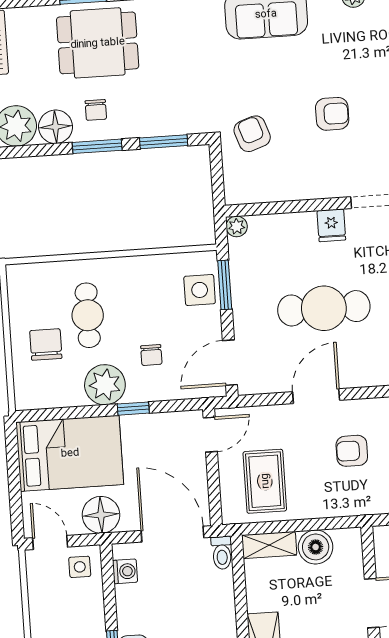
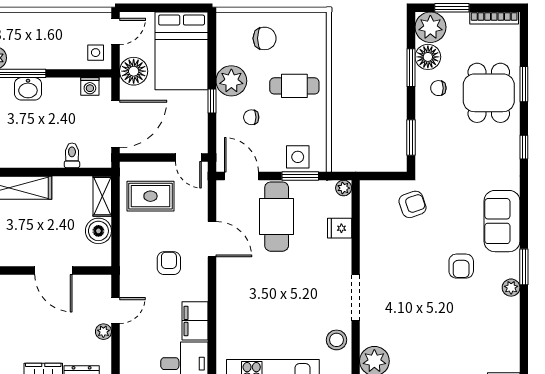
armchair: (332, 114) -> (461, 266), moved
window: (97, 146) -> (411, 68), moved
fridge: (331, 225) -> (340, 228), moved
cafe table: (324, 308) -> (277, 217), moved
cafe table: (88, 315) -> (294, 86), moved
toilet: (222, 553) -> (72, 155), moved, turned 90

